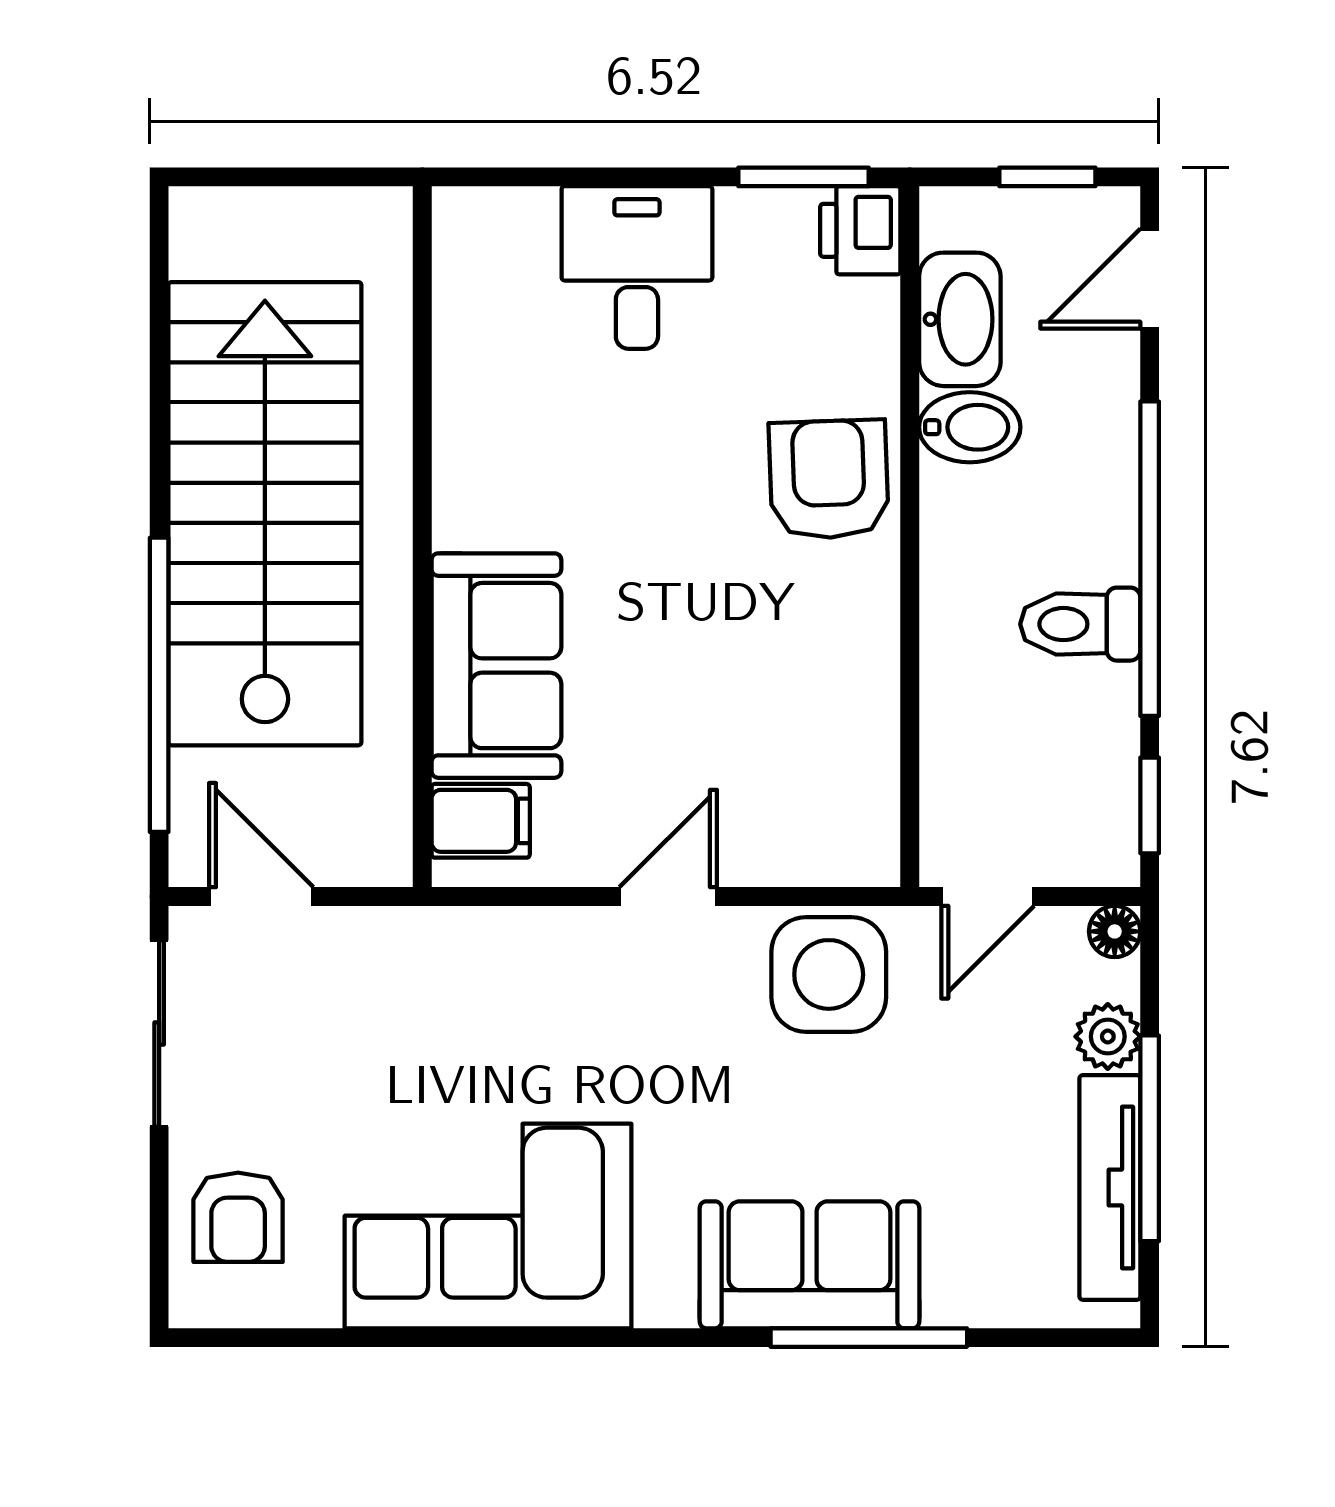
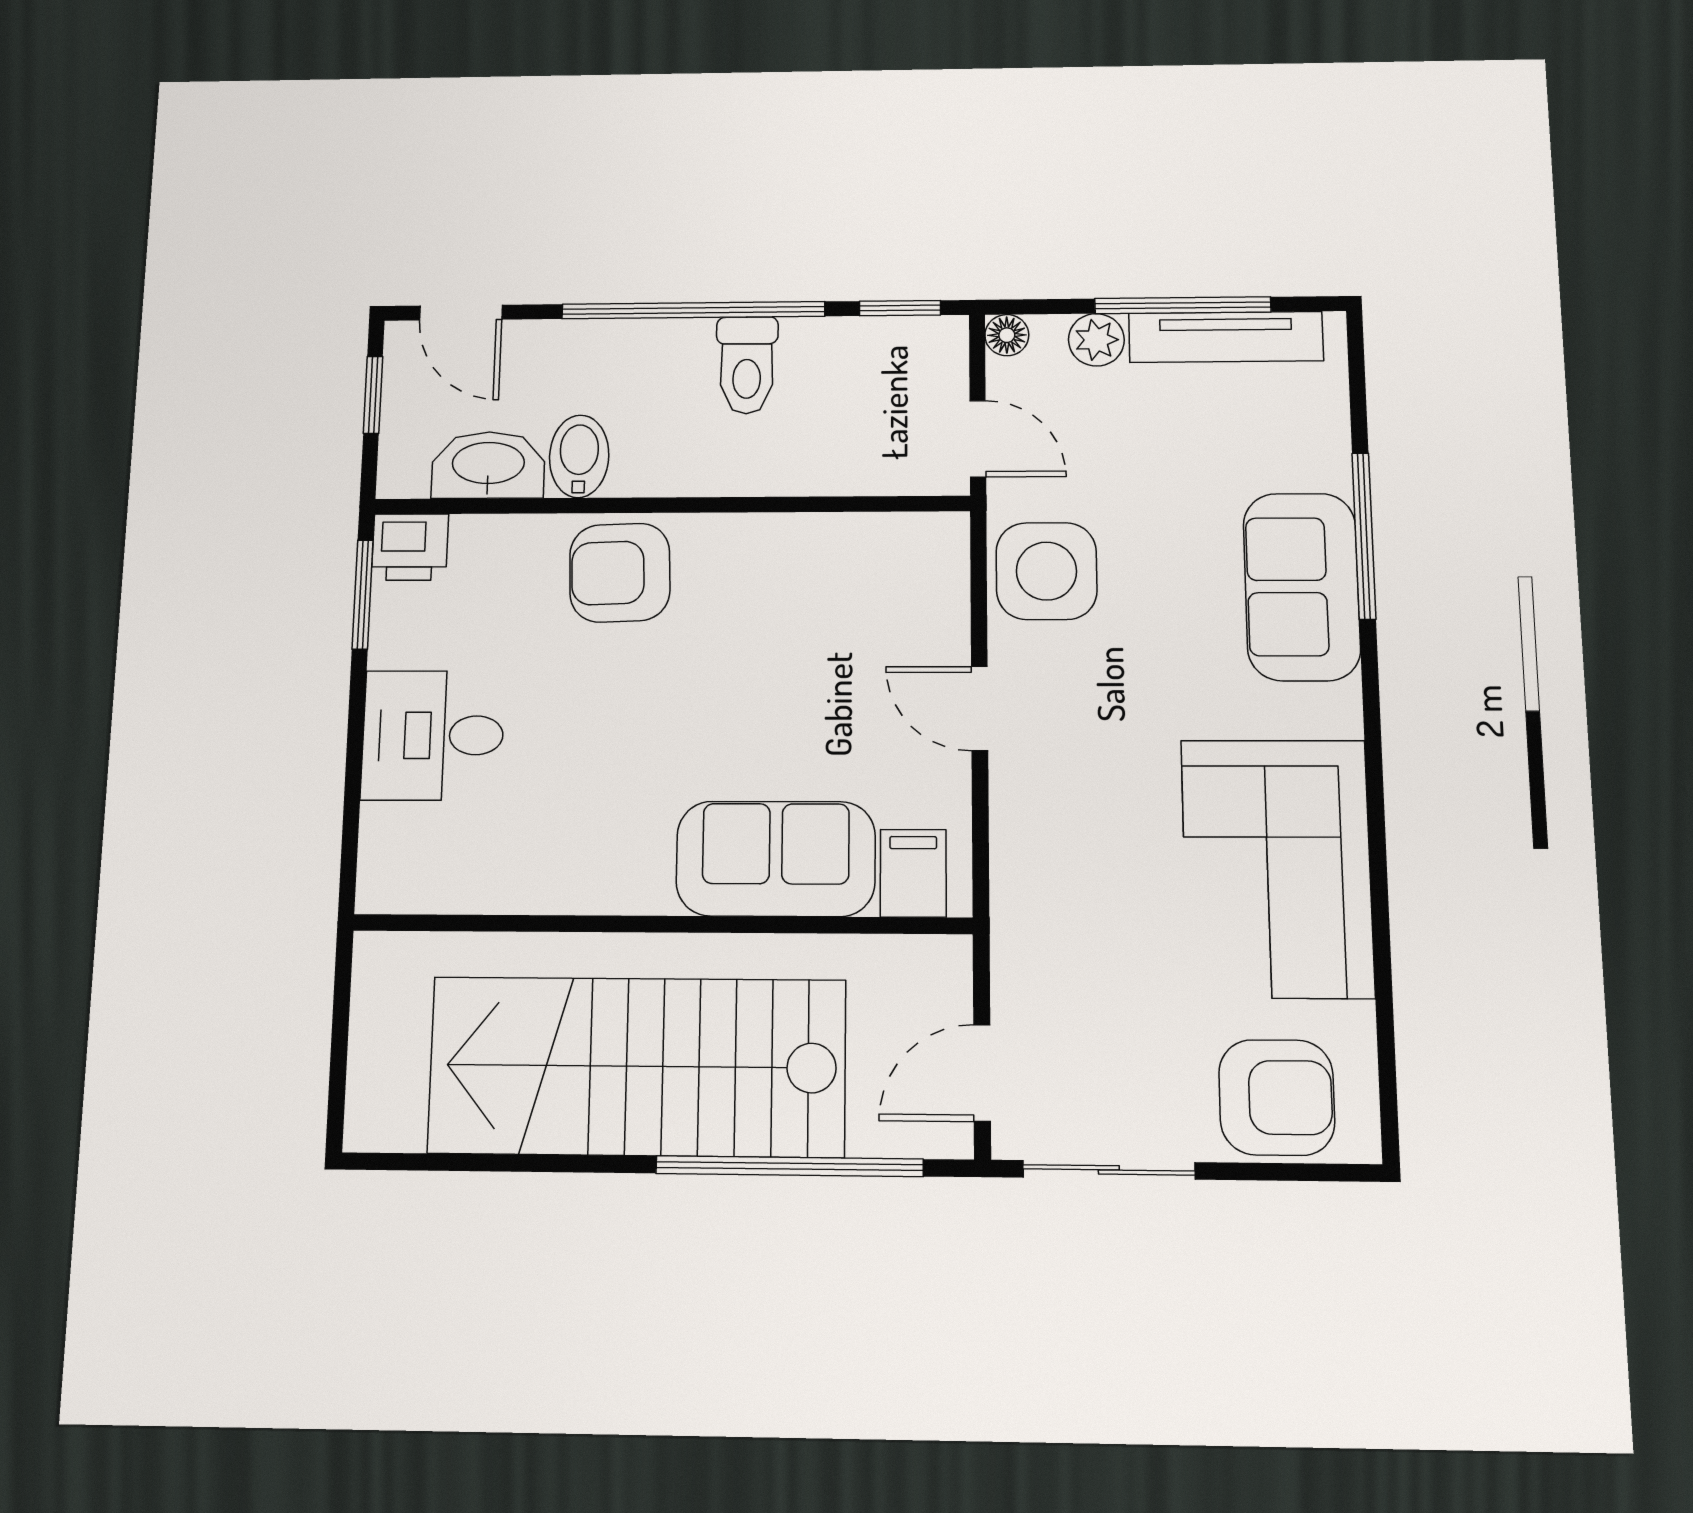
armchair: (238, 1217) -> (1277, 1097), width x1.38, depth x1.38

